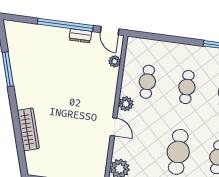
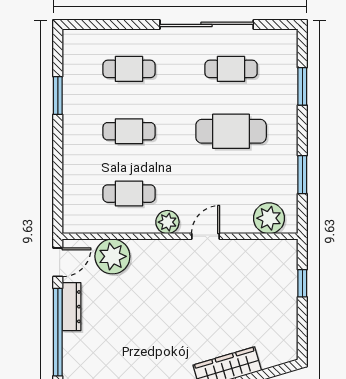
dresser: (80, 36) -> (72, 307), width x1.44
plant: (115, 61) -> (112, 256), width x1.87, depth x1.87

